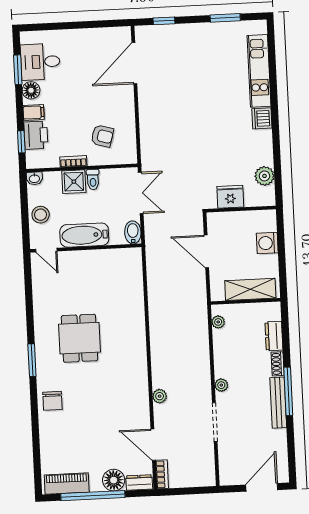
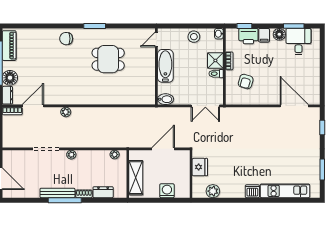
bidet: (133, 232) -> (166, 99), moved
bathtub: (84, 235) -> (165, 66), moved
wall: (86, 248) -> (156, 67), moved
door: (46, 250) -> (156, 39), moved

